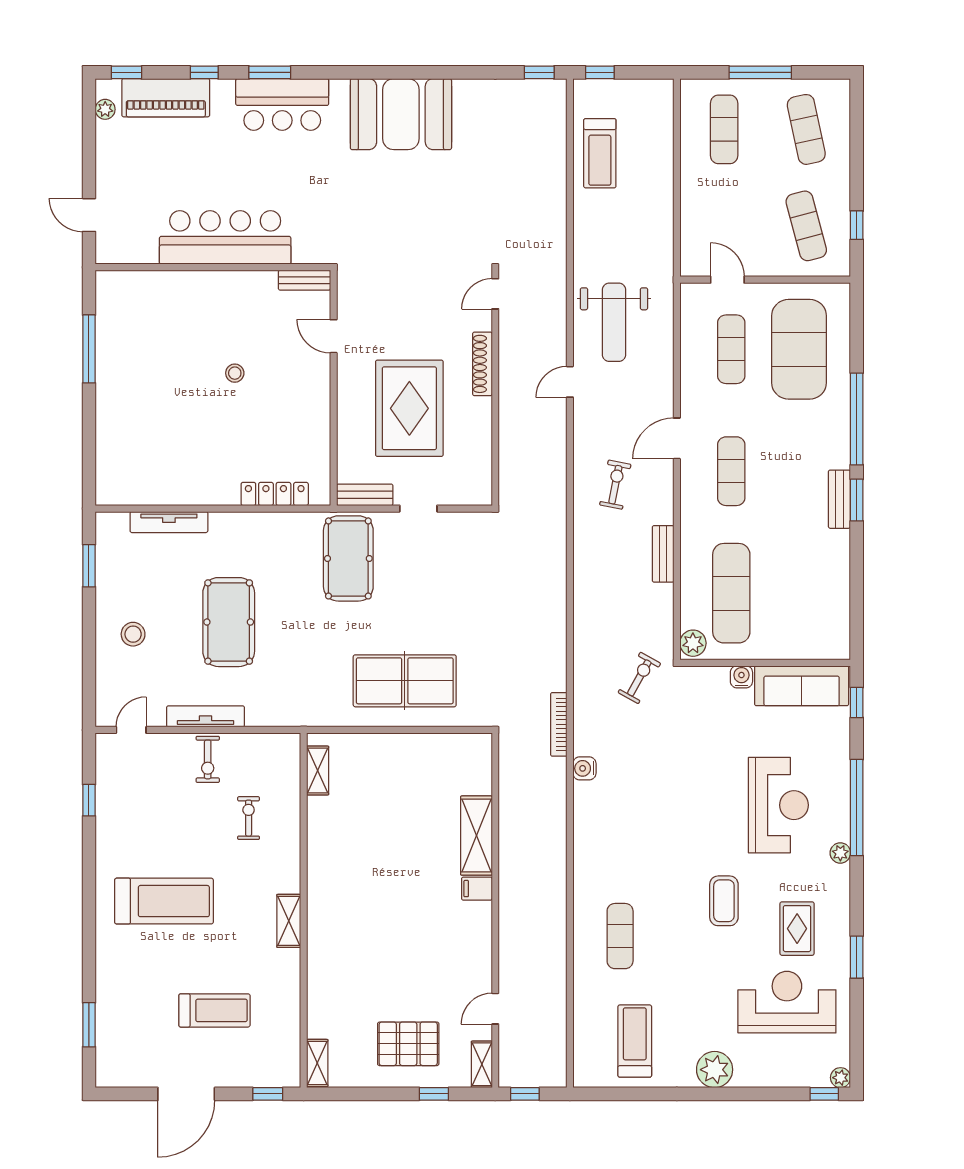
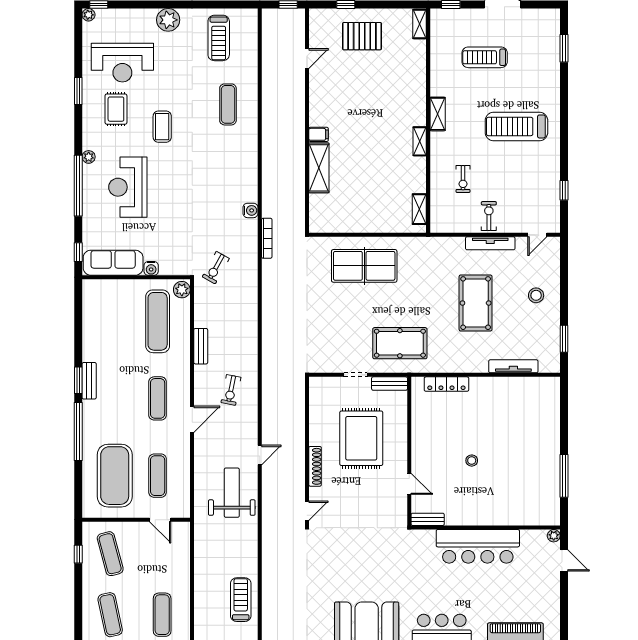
plant: (105, 109) -> (554, 536), moved
pool table: (348, 558) -> (400, 343), turned 90
shelving: (482, 1064) -> (420, 141), moved

